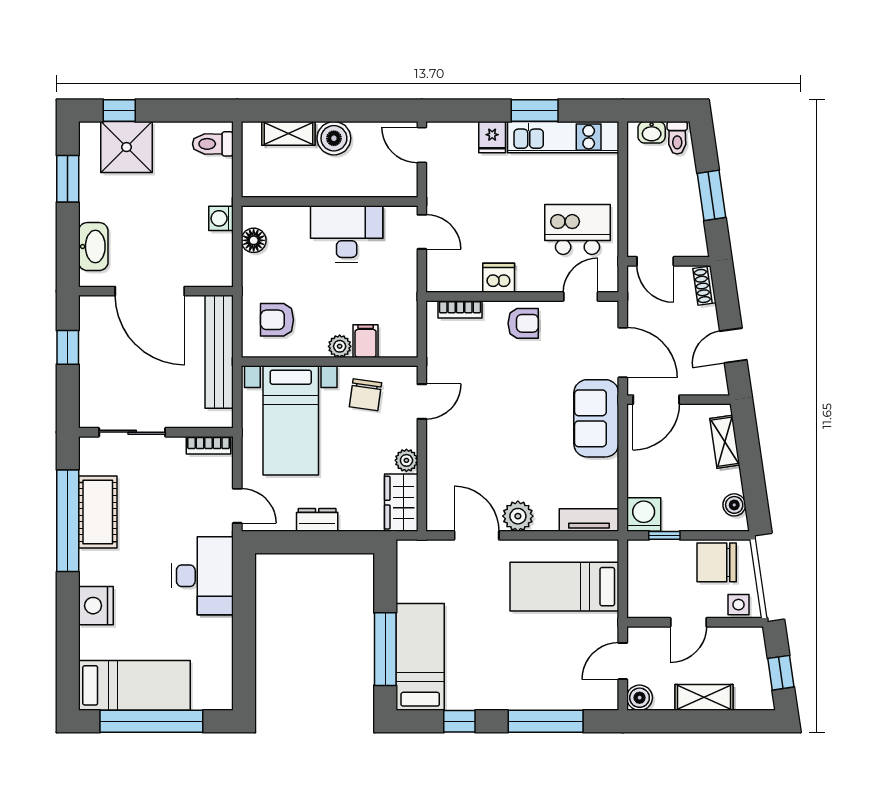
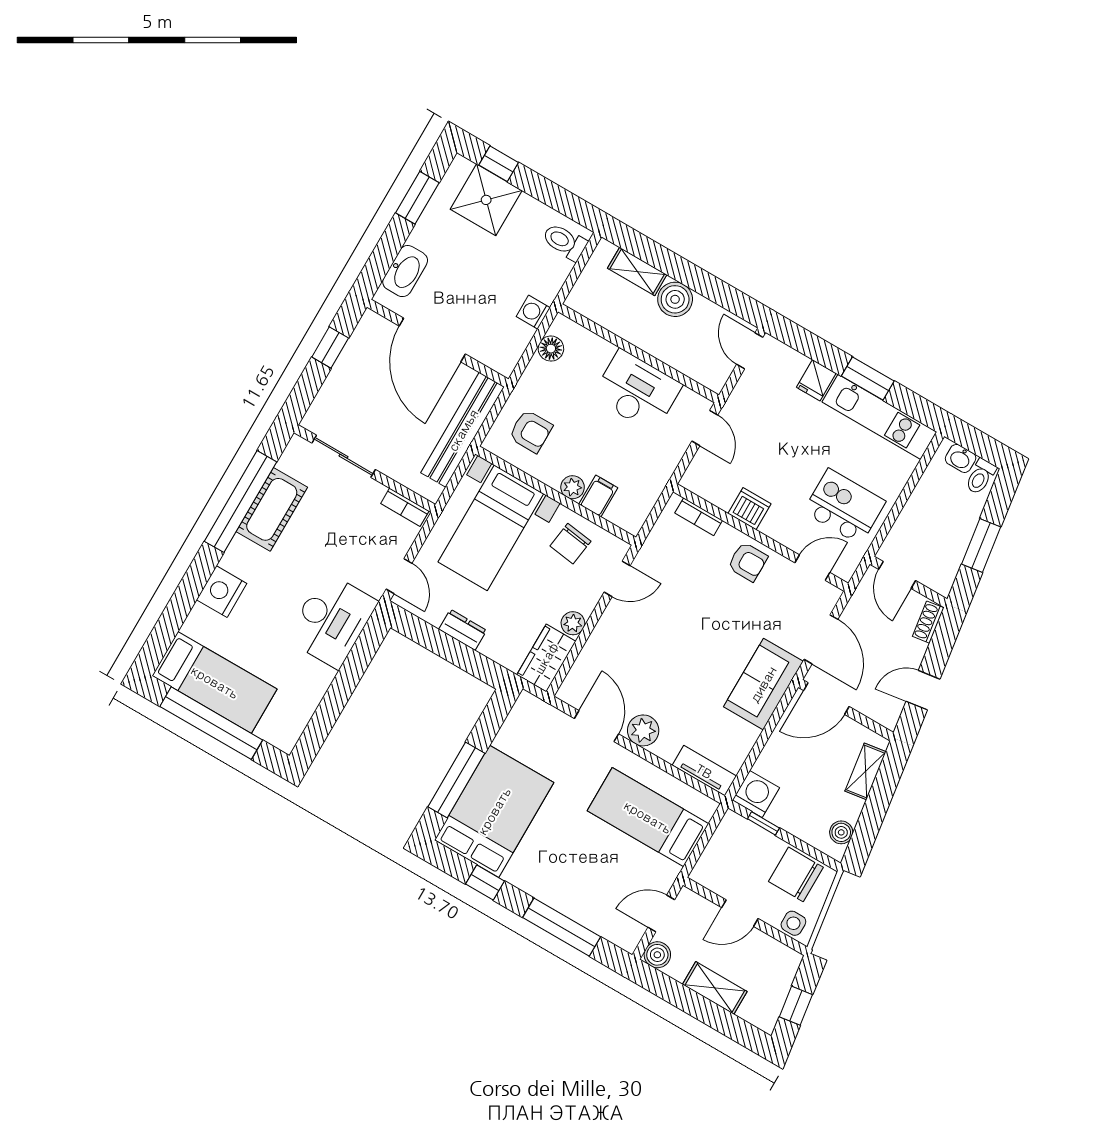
armchair: (277, 320) -> (531, 431), turned 180
bed: (420, 657) -> (494, 811), width x1.50

